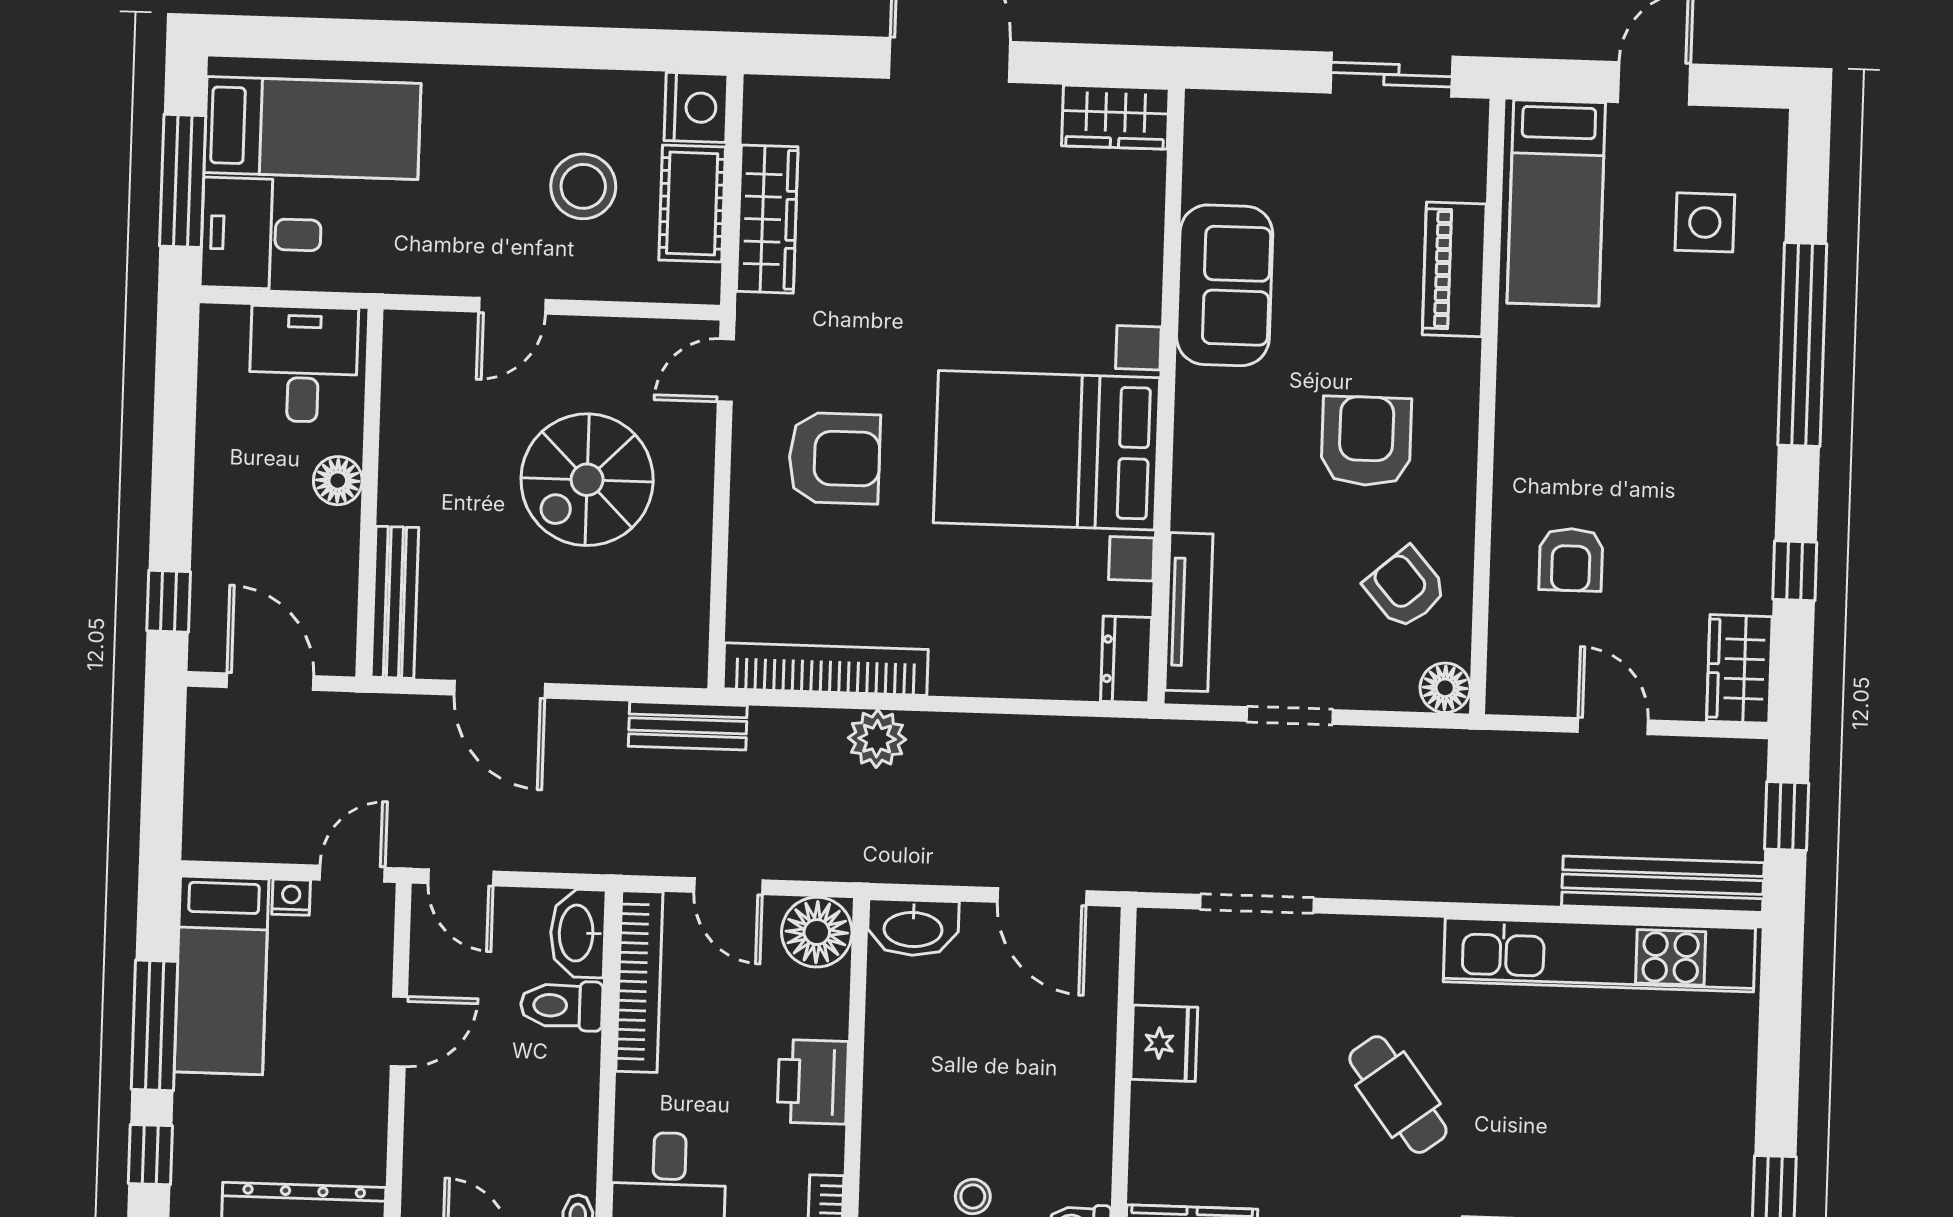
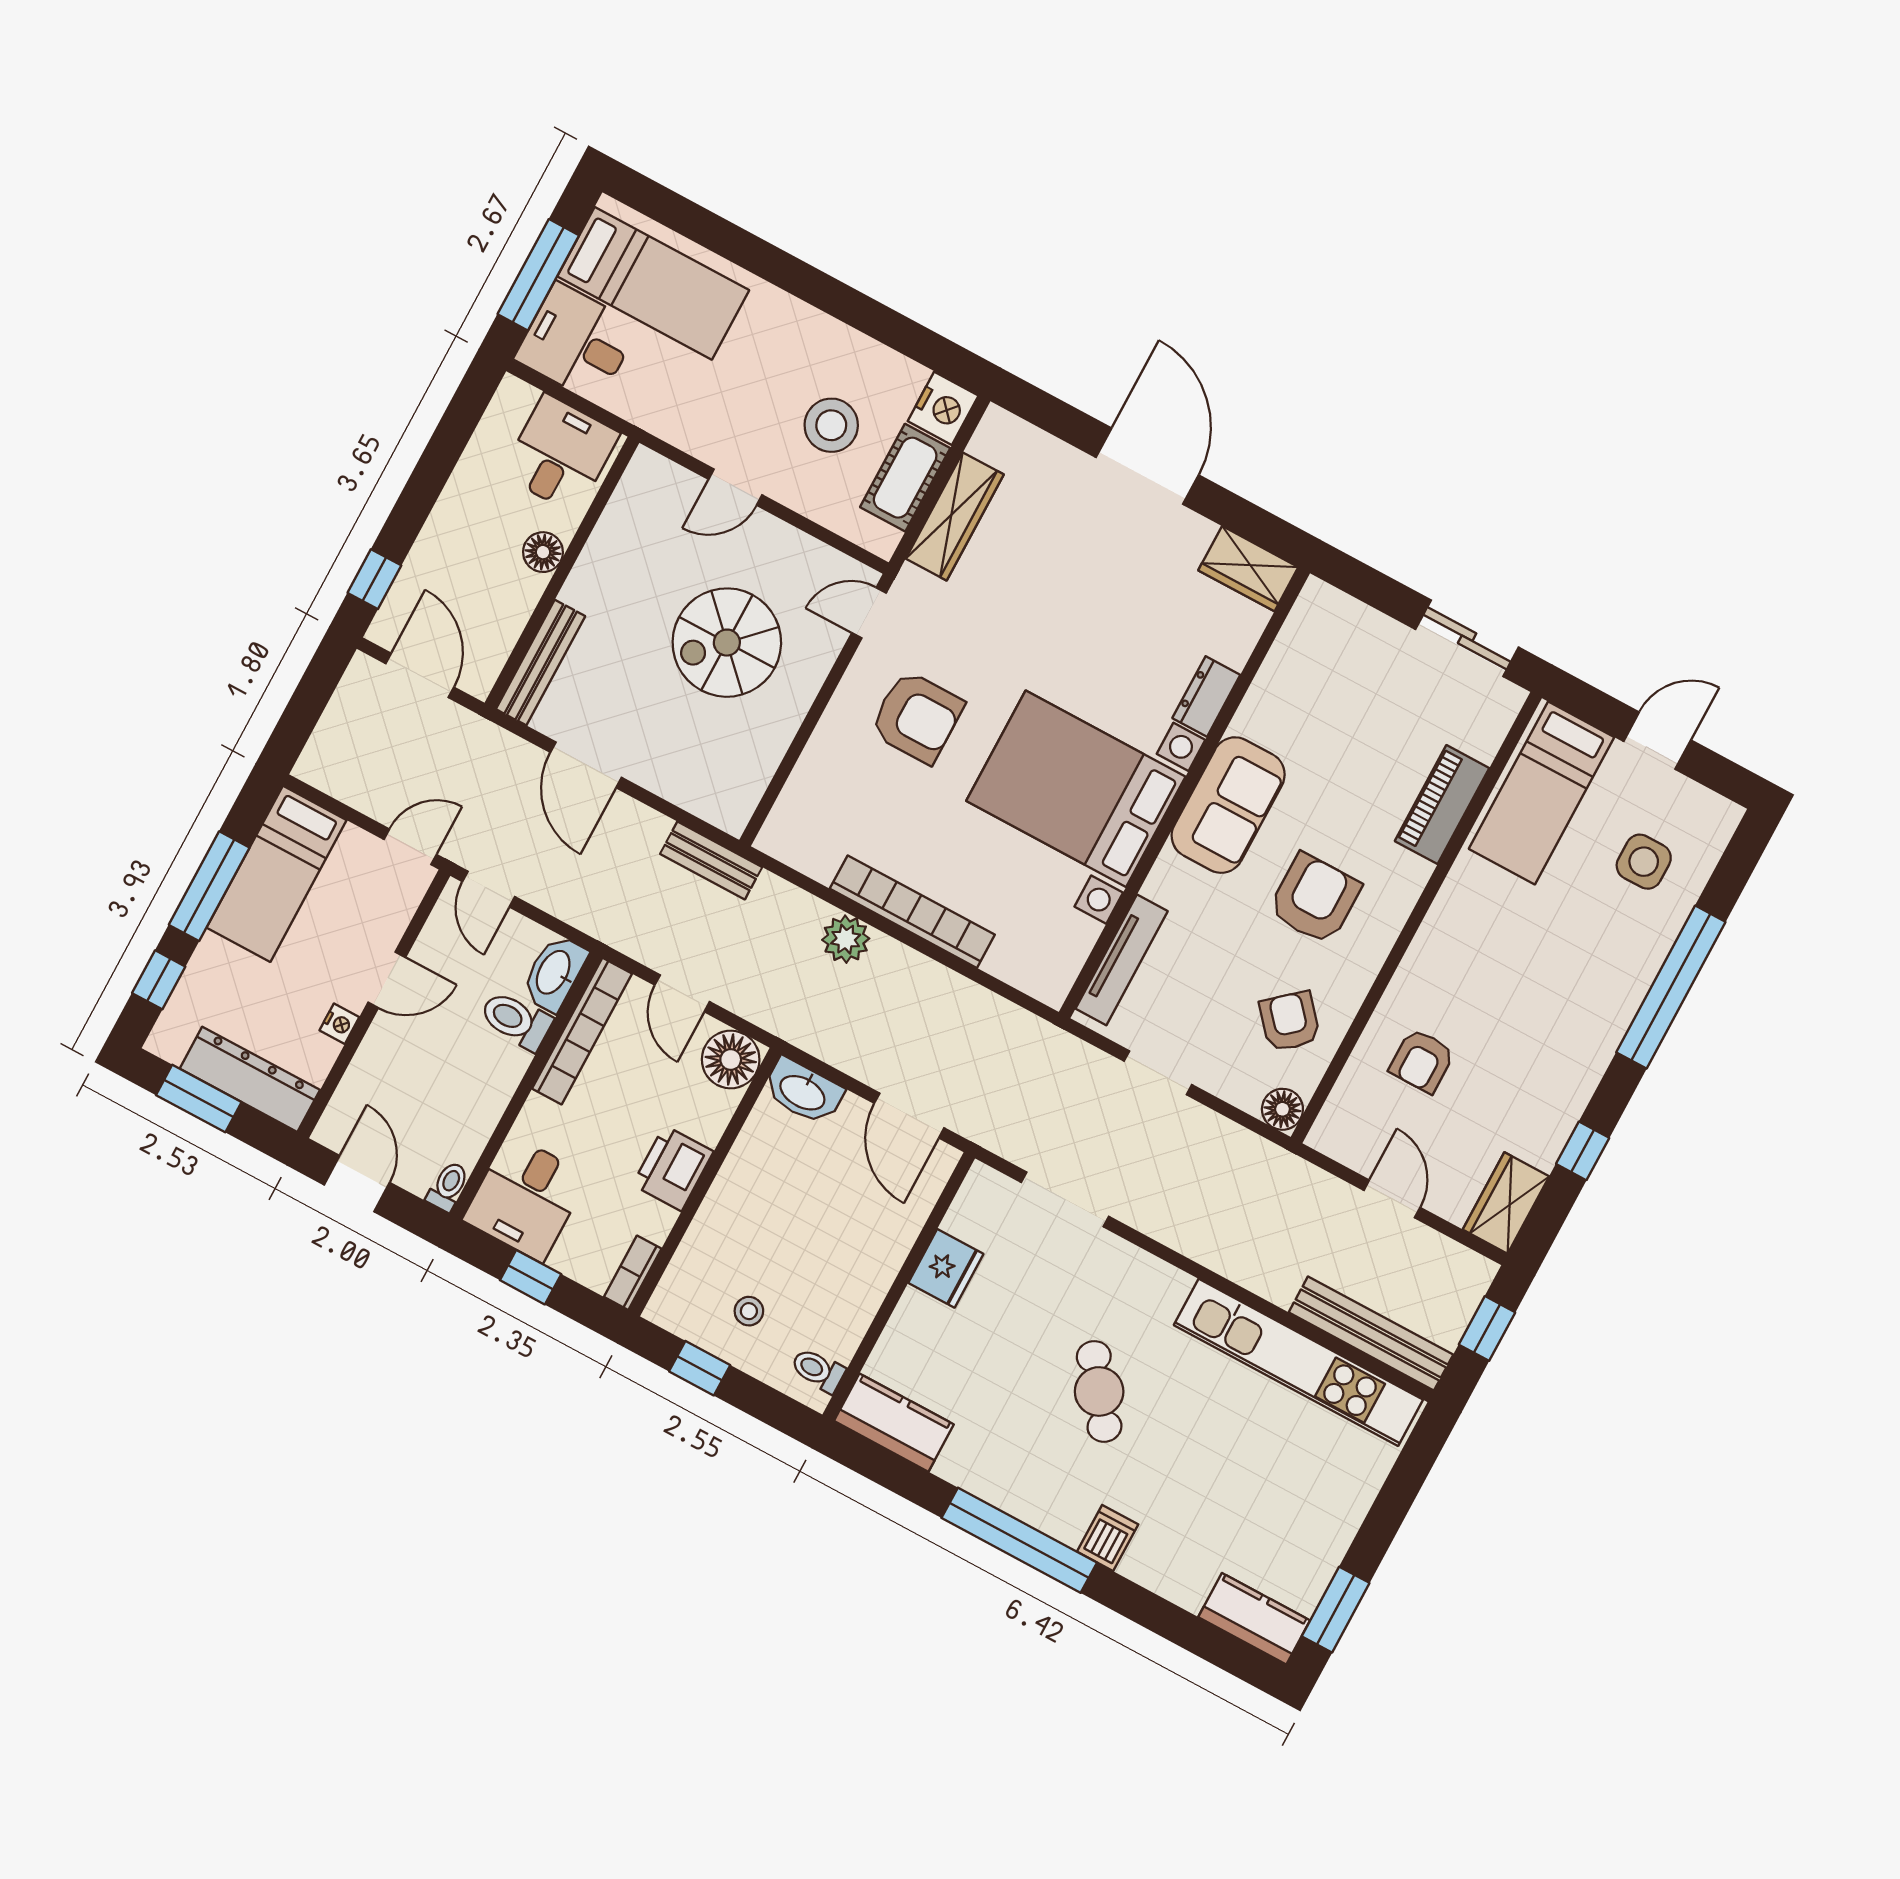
sofa: (1225, 285) -> (1228, 805), moved
dresser: (1126, 659) -> (1206, 696), moved
bookcase: (826, 669) -> (912, 912), moved
nightstand: (291, 897) -> (339, 1024), moved, turned 90

